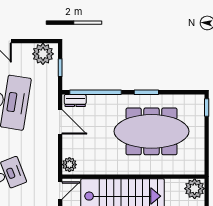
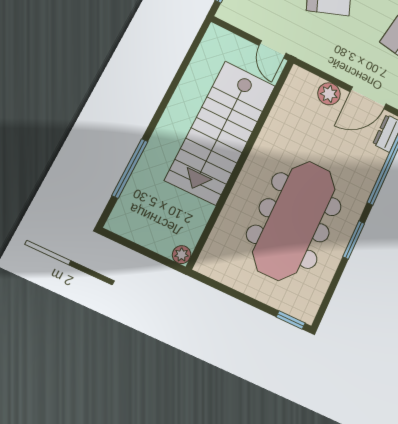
plant: (69, 165) -> (329, 94), moved
plant: (195, 189) -> (182, 255), width x0.53, depth x0.53

